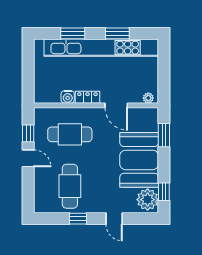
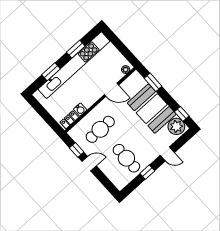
locker: (87, 97) -> (69, 120), moved

